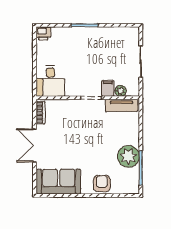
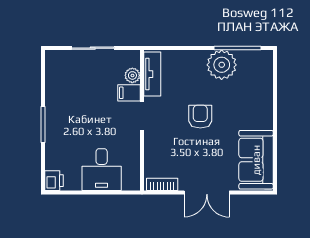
desk: (50, 81) -> (102, 170), moved, turned 90
armchair: (102, 184) -> (200, 117), moved, turned 90

